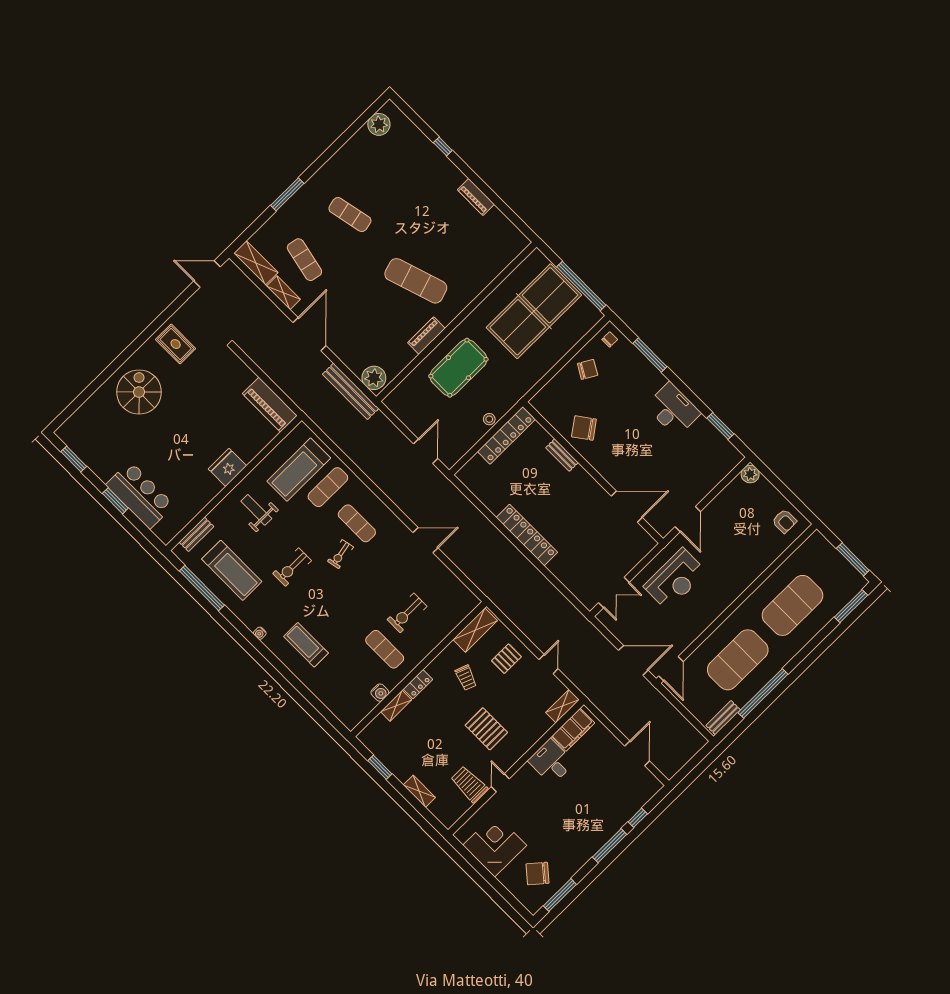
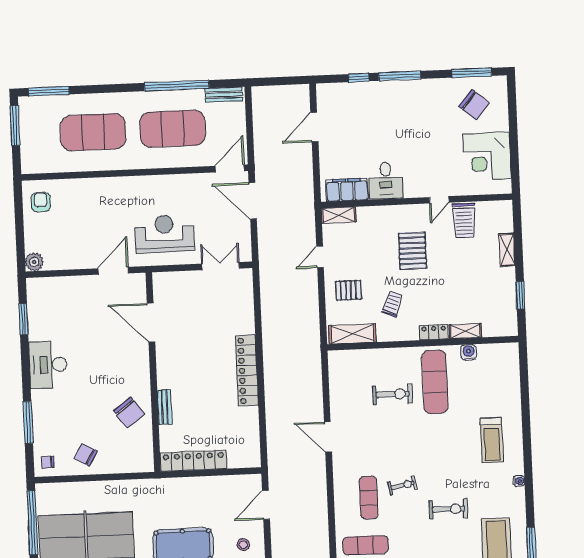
stool: (489, 419) -> (243, 545), moved
exercise mat: (385, 649) -> (435, 382), width x1.36, depth x1.45

